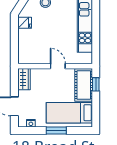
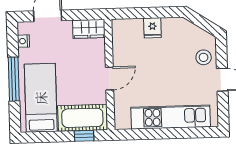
fridge: (25, 23) -> (152, 28), moved
window: (56, 131) -> (14, 79), width x1.44

